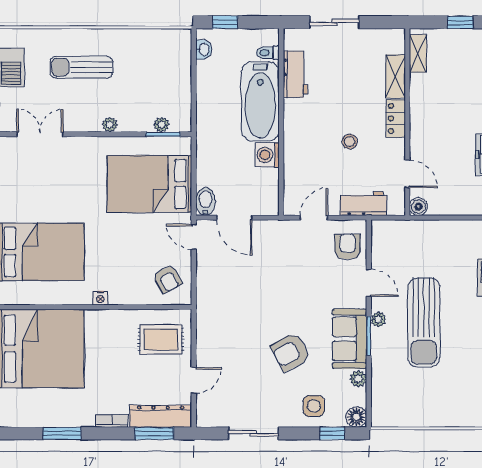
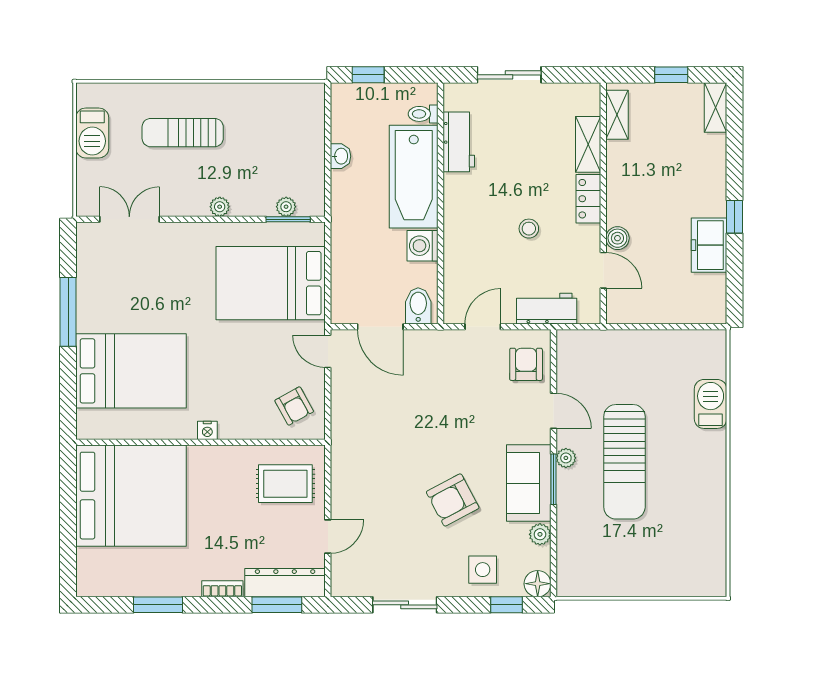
washbasin: (204, 50) -> (341, 156), moved
bidet: (206, 202) -> (418, 306), moved
boiler: (418, 207) -> (617, 238), moved

